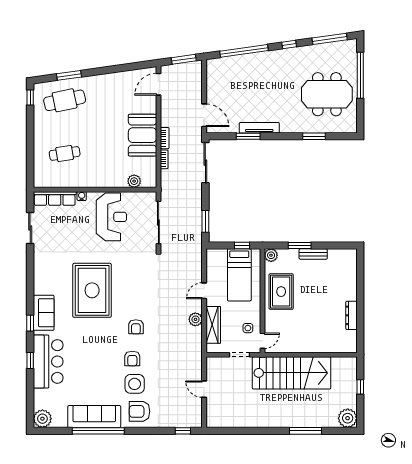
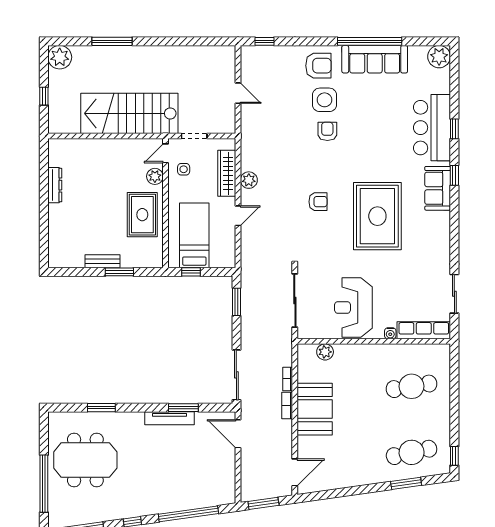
cafe table: (65, 153) -> (412, 386), width x1.37, depth x1.35
plant: (271, 255) -> (155, 176), moved
armchair: (136, 327) -> (318, 202), moved, turned 90

